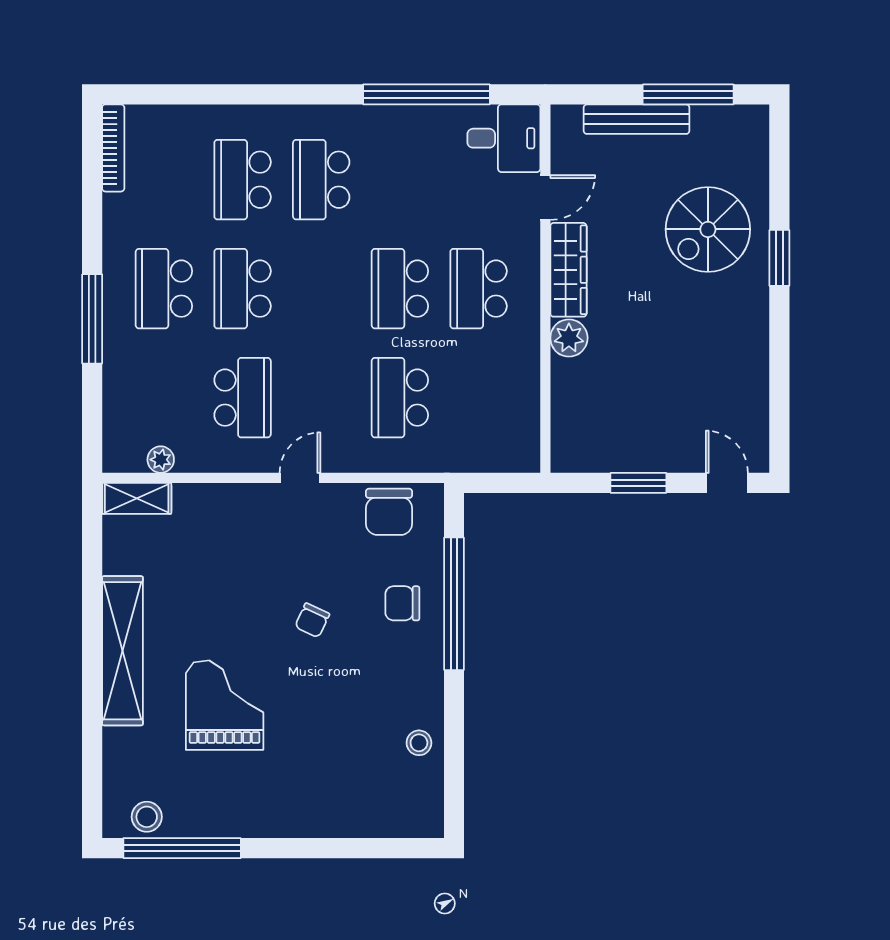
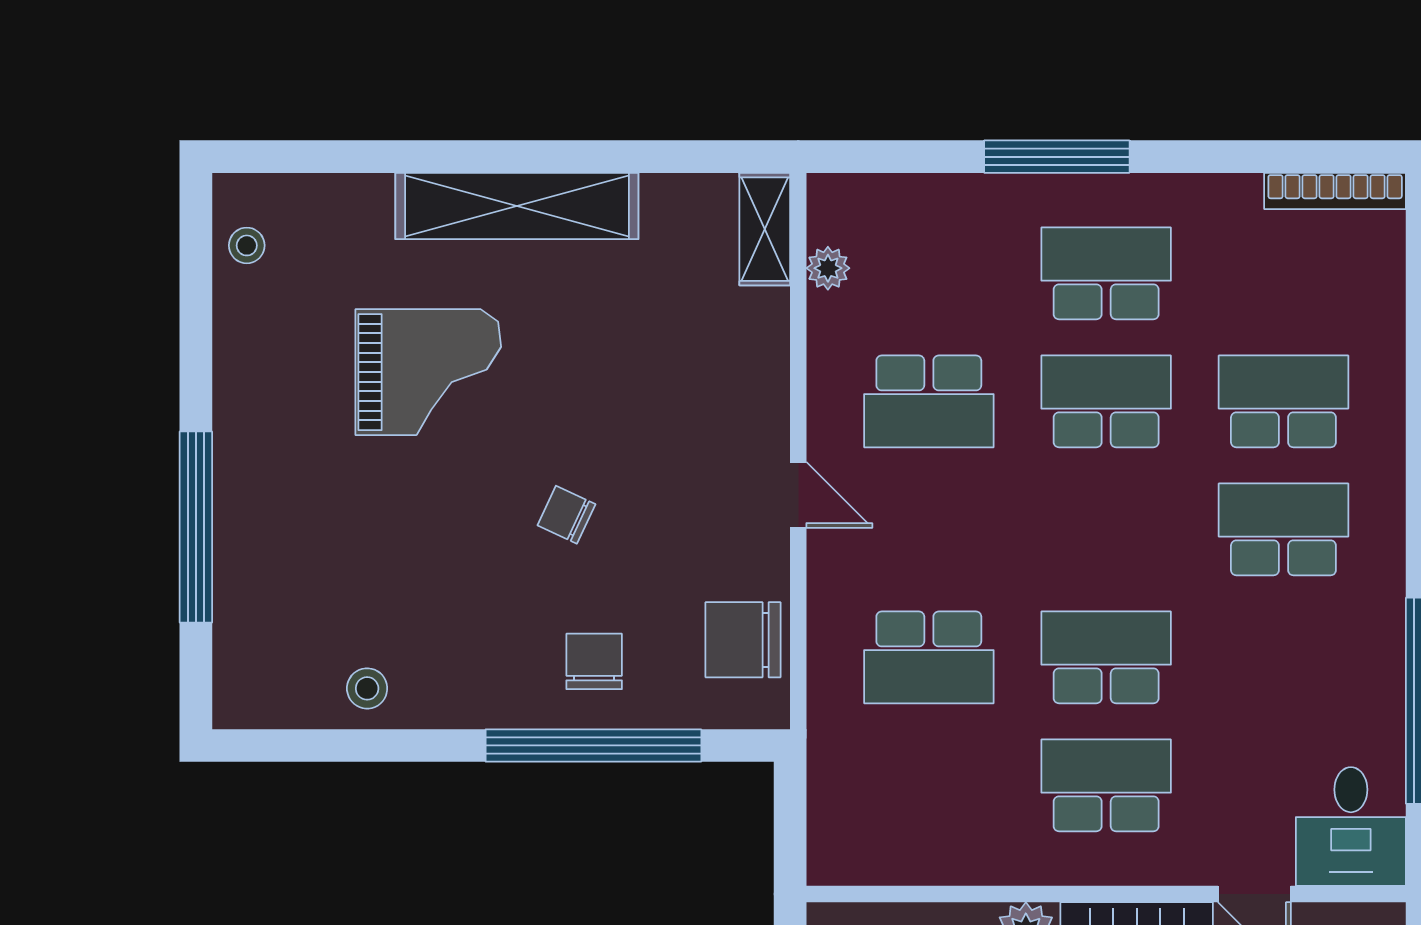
school desk: (400, 398) -> (929, 657), turned 180
stool: (147, 817) -> (247, 245), width x0.73, depth x0.73
window: (182, 848) -> (196, 527), moved

